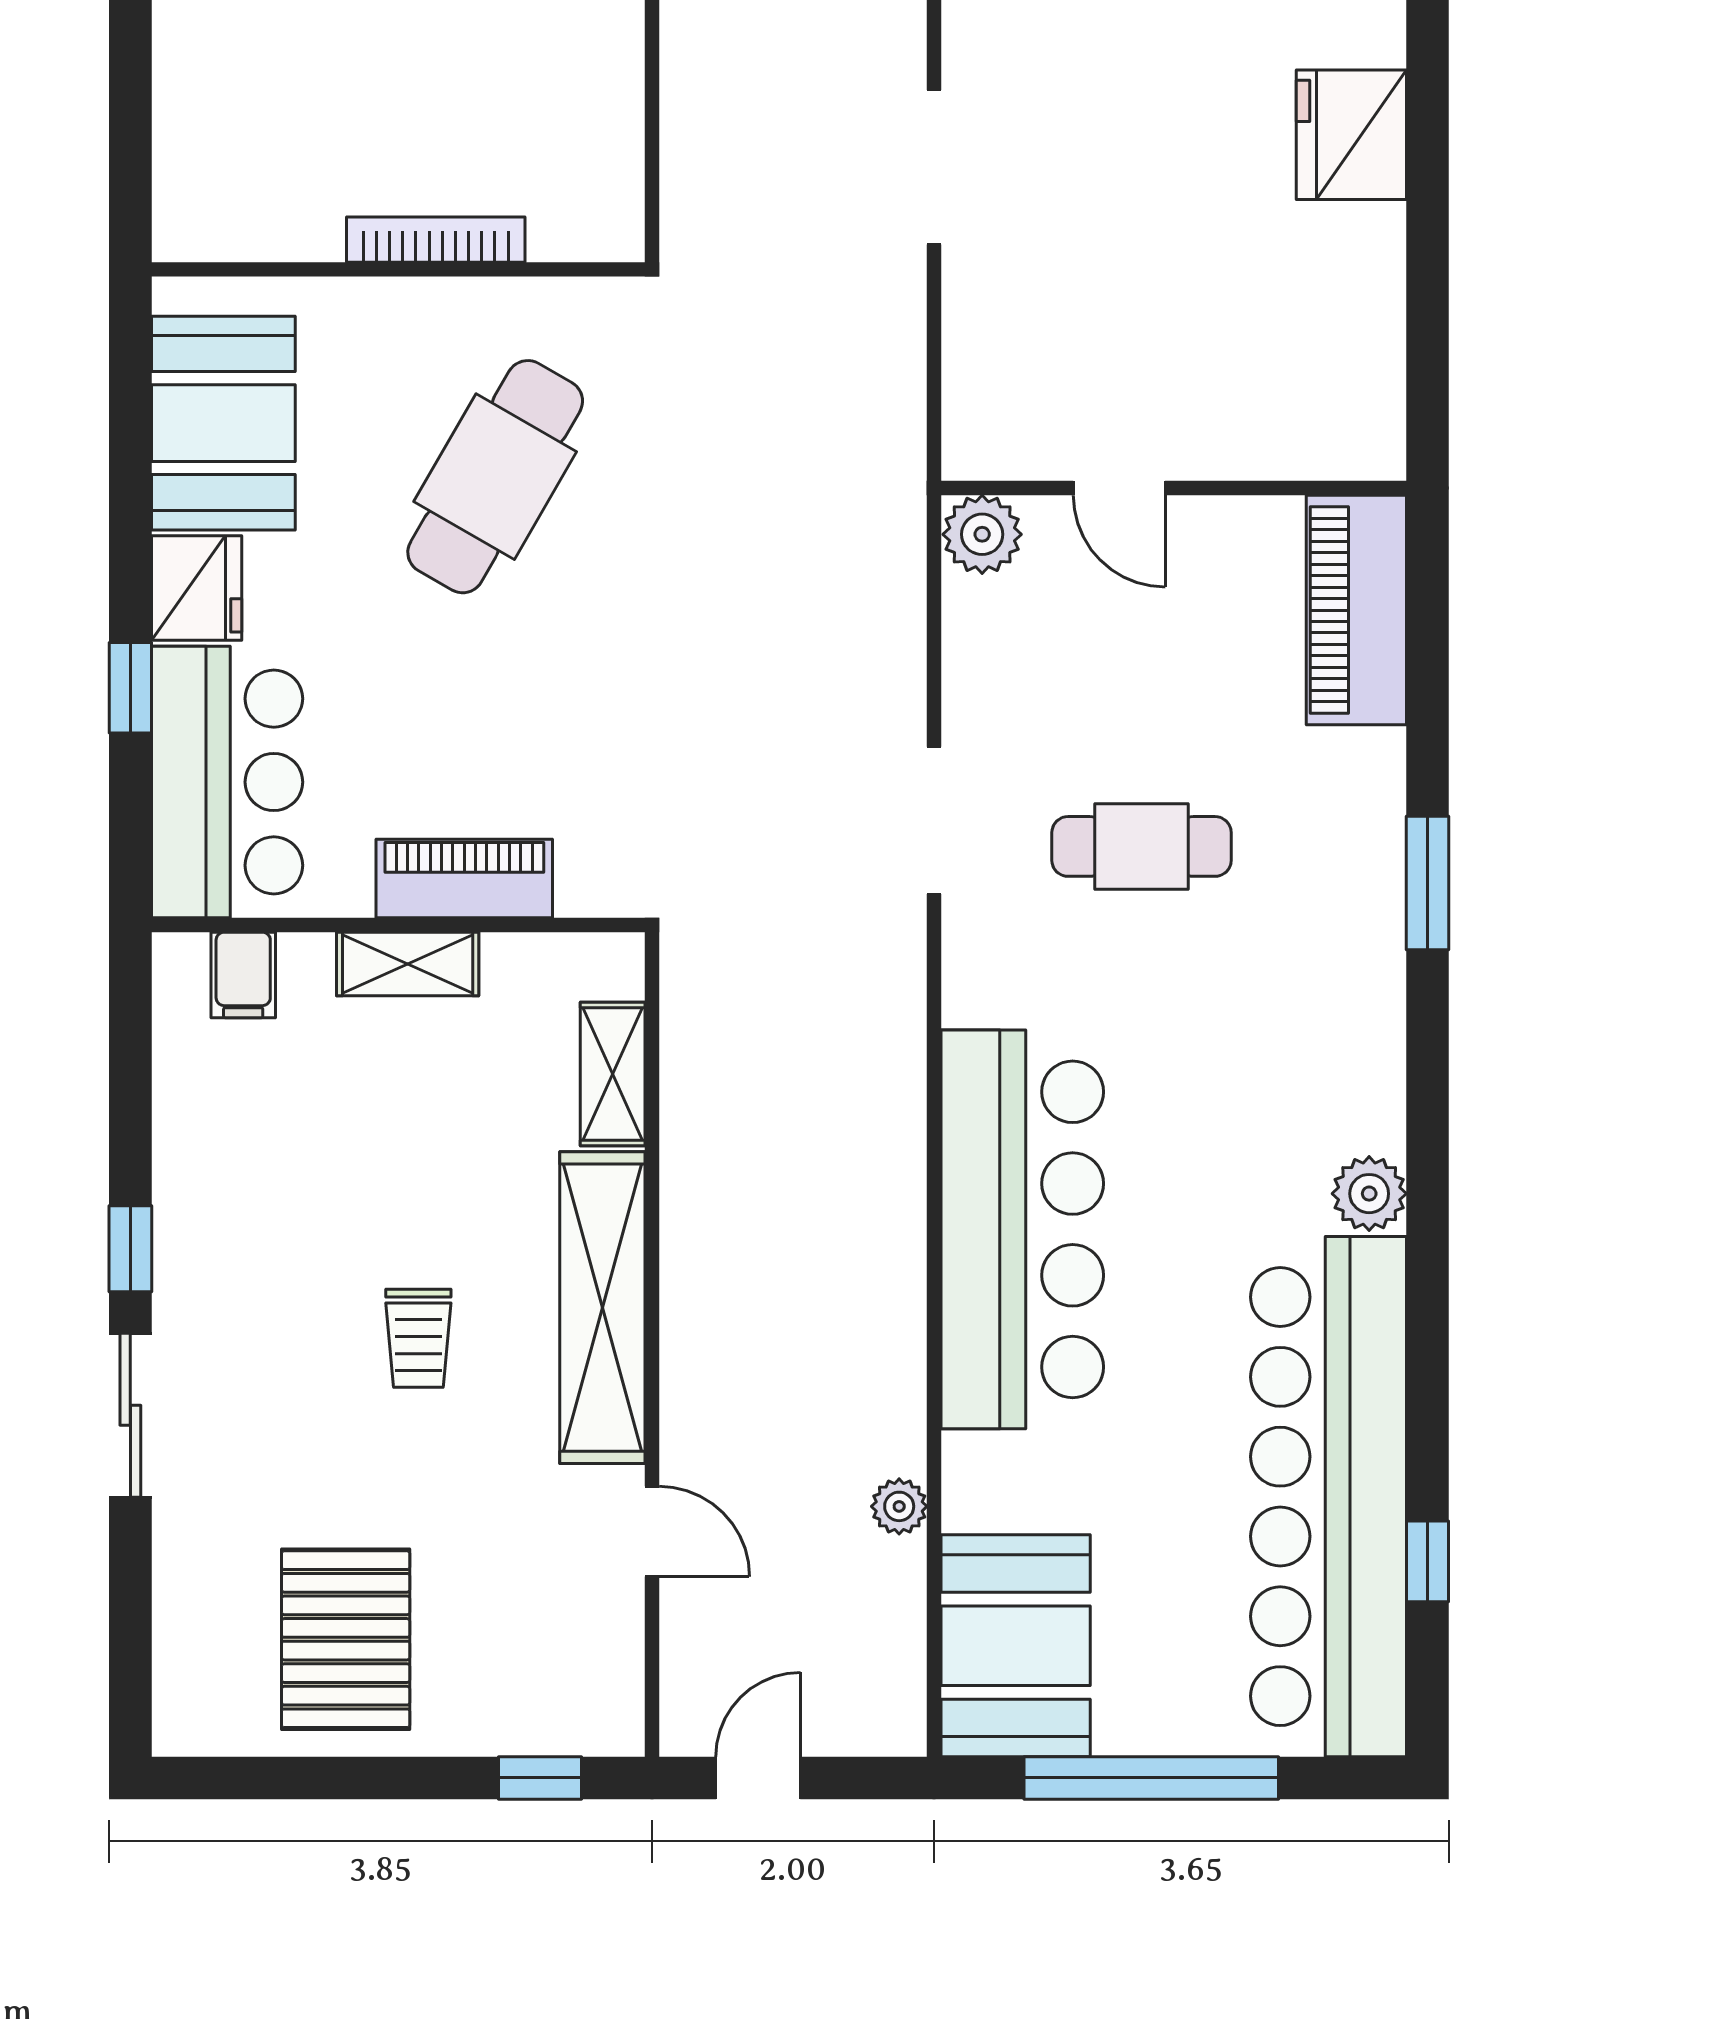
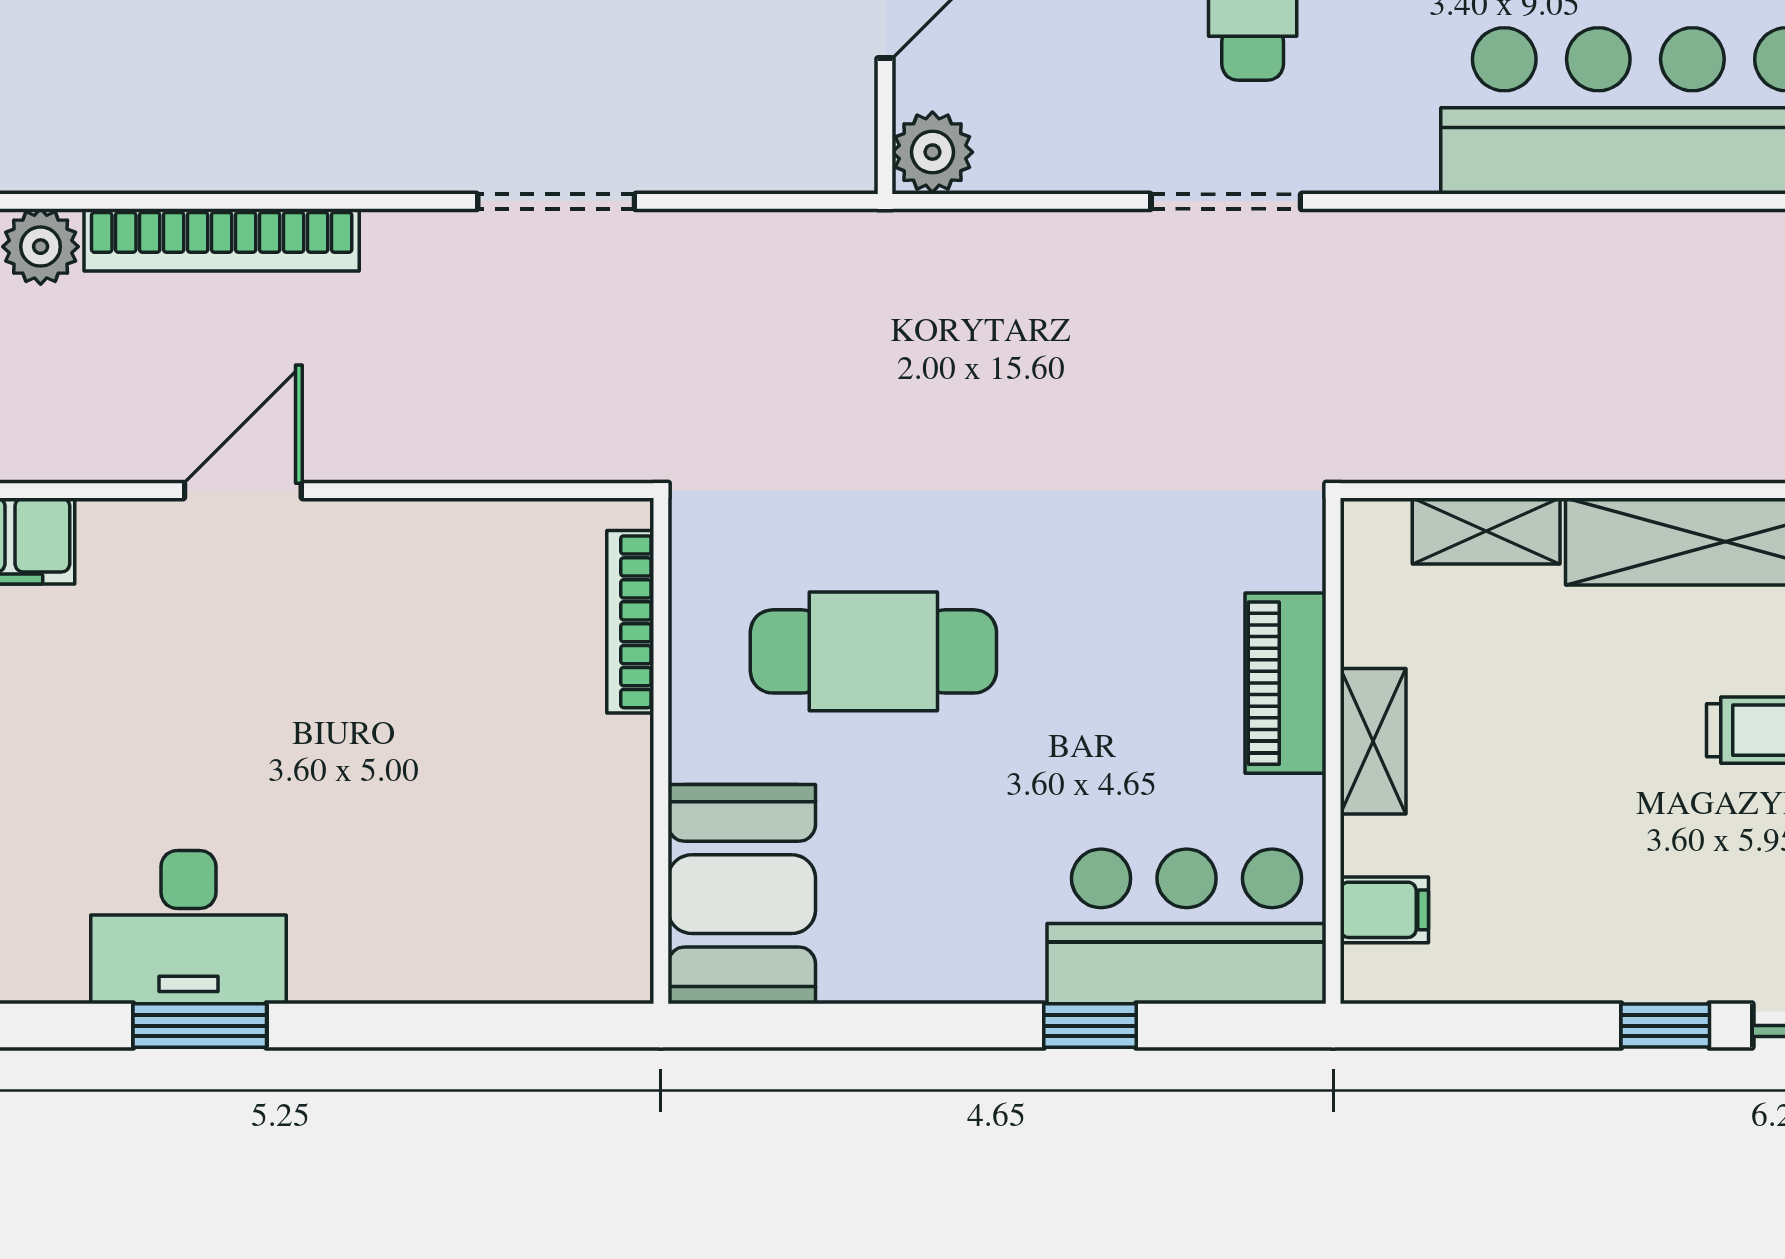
bookcase: (436, 240) -> (630, 622), moved
booth: (223, 423) -> (742, 894), moved, turned 90
cafe table: (495, 477) -> (873, 651), turned -30
fridge: (197, 588) -> (988, 958), removed

